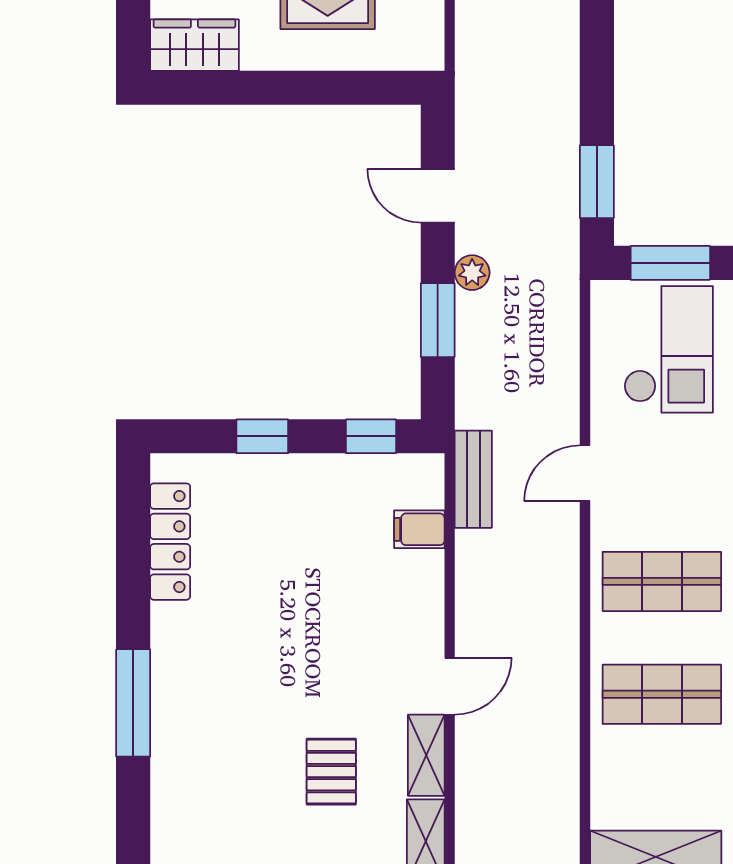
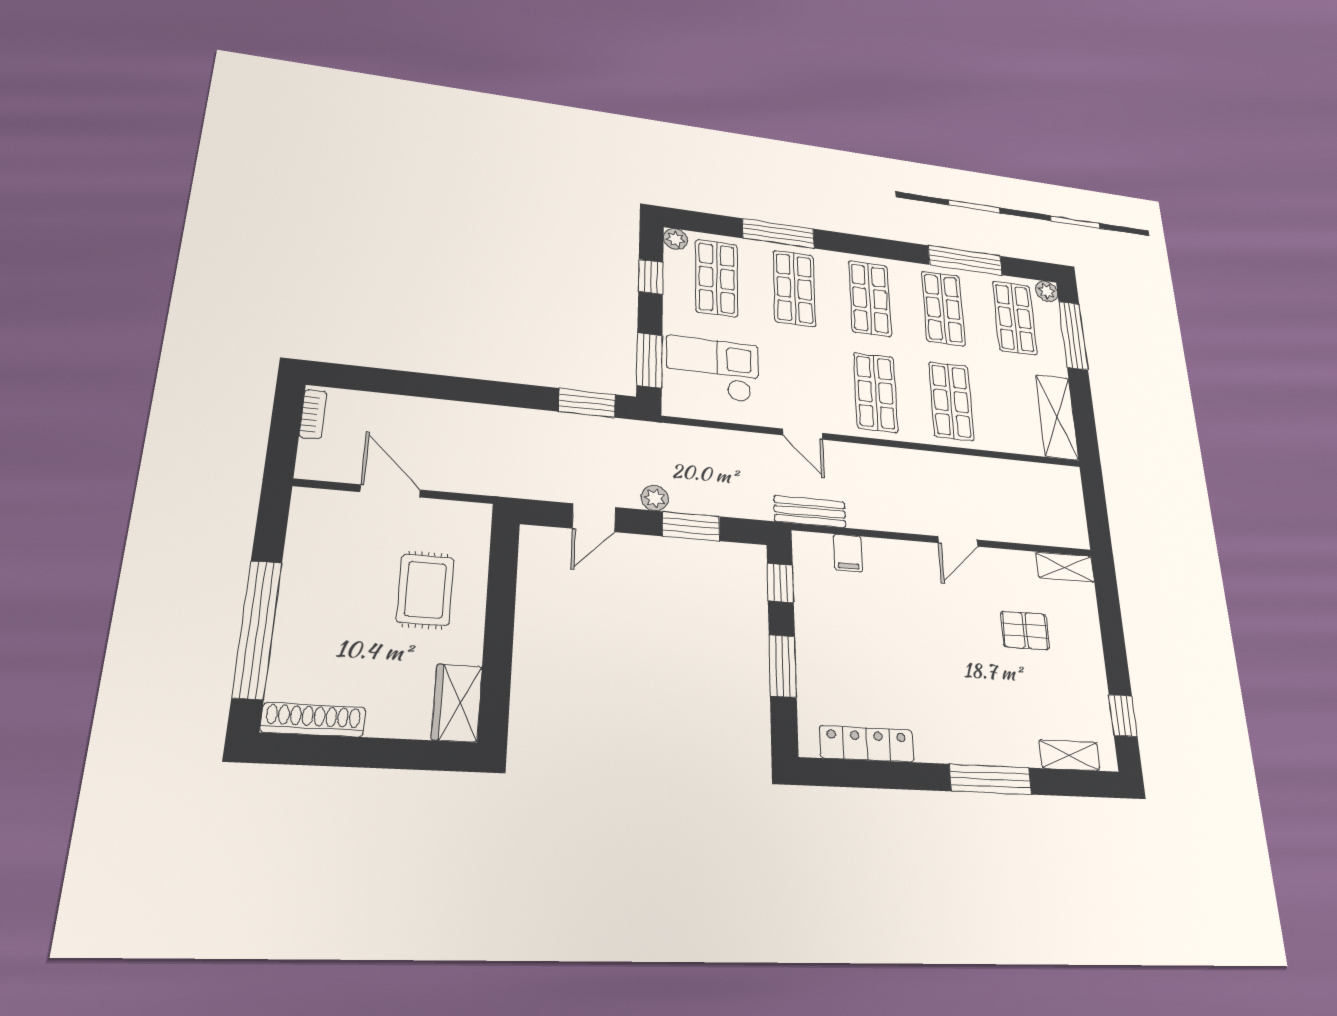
window: (262, 436) -> (783, 666), width x1.50
door: (450, 686) -> (958, 541), swing flipped
shelving: (426, 755) -> (1069, 755), moved

